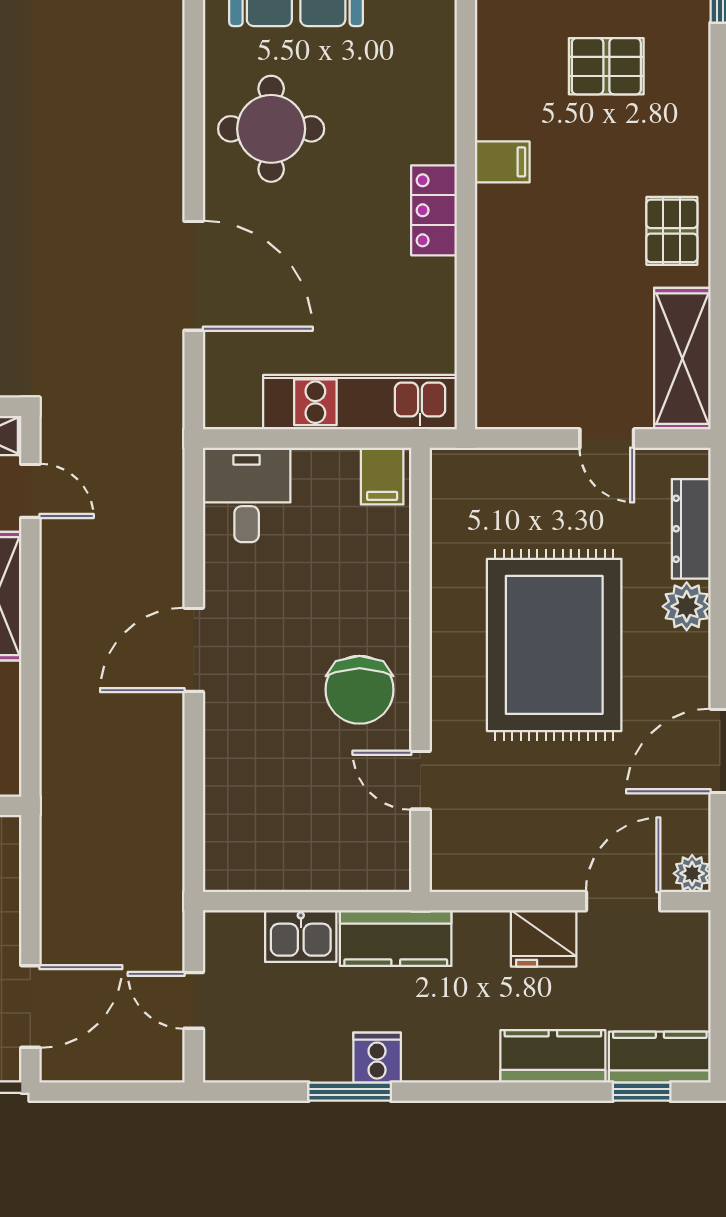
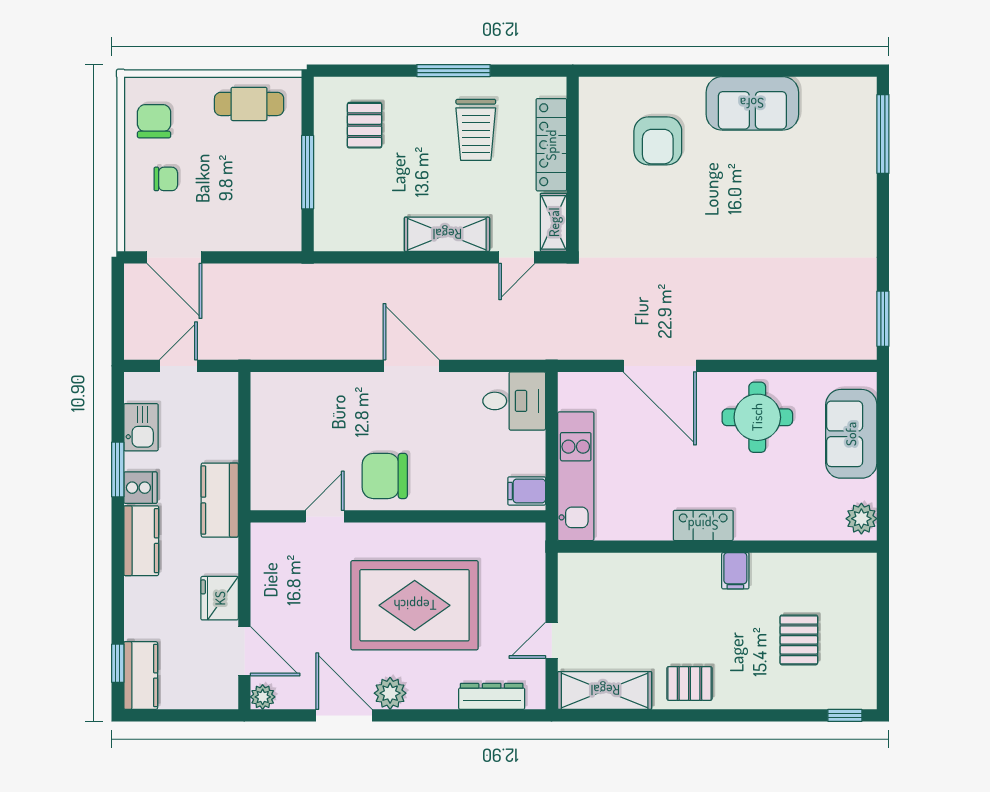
door: (194, 276) -> (660, 366), hinge flipped
plant: (687, 606) -> (390, 693), moved
kitchen sink: (301, 936) -> (141, 427), moved, turned 180
kitchen counter: (553, 1056) -> (141, 541), moved

